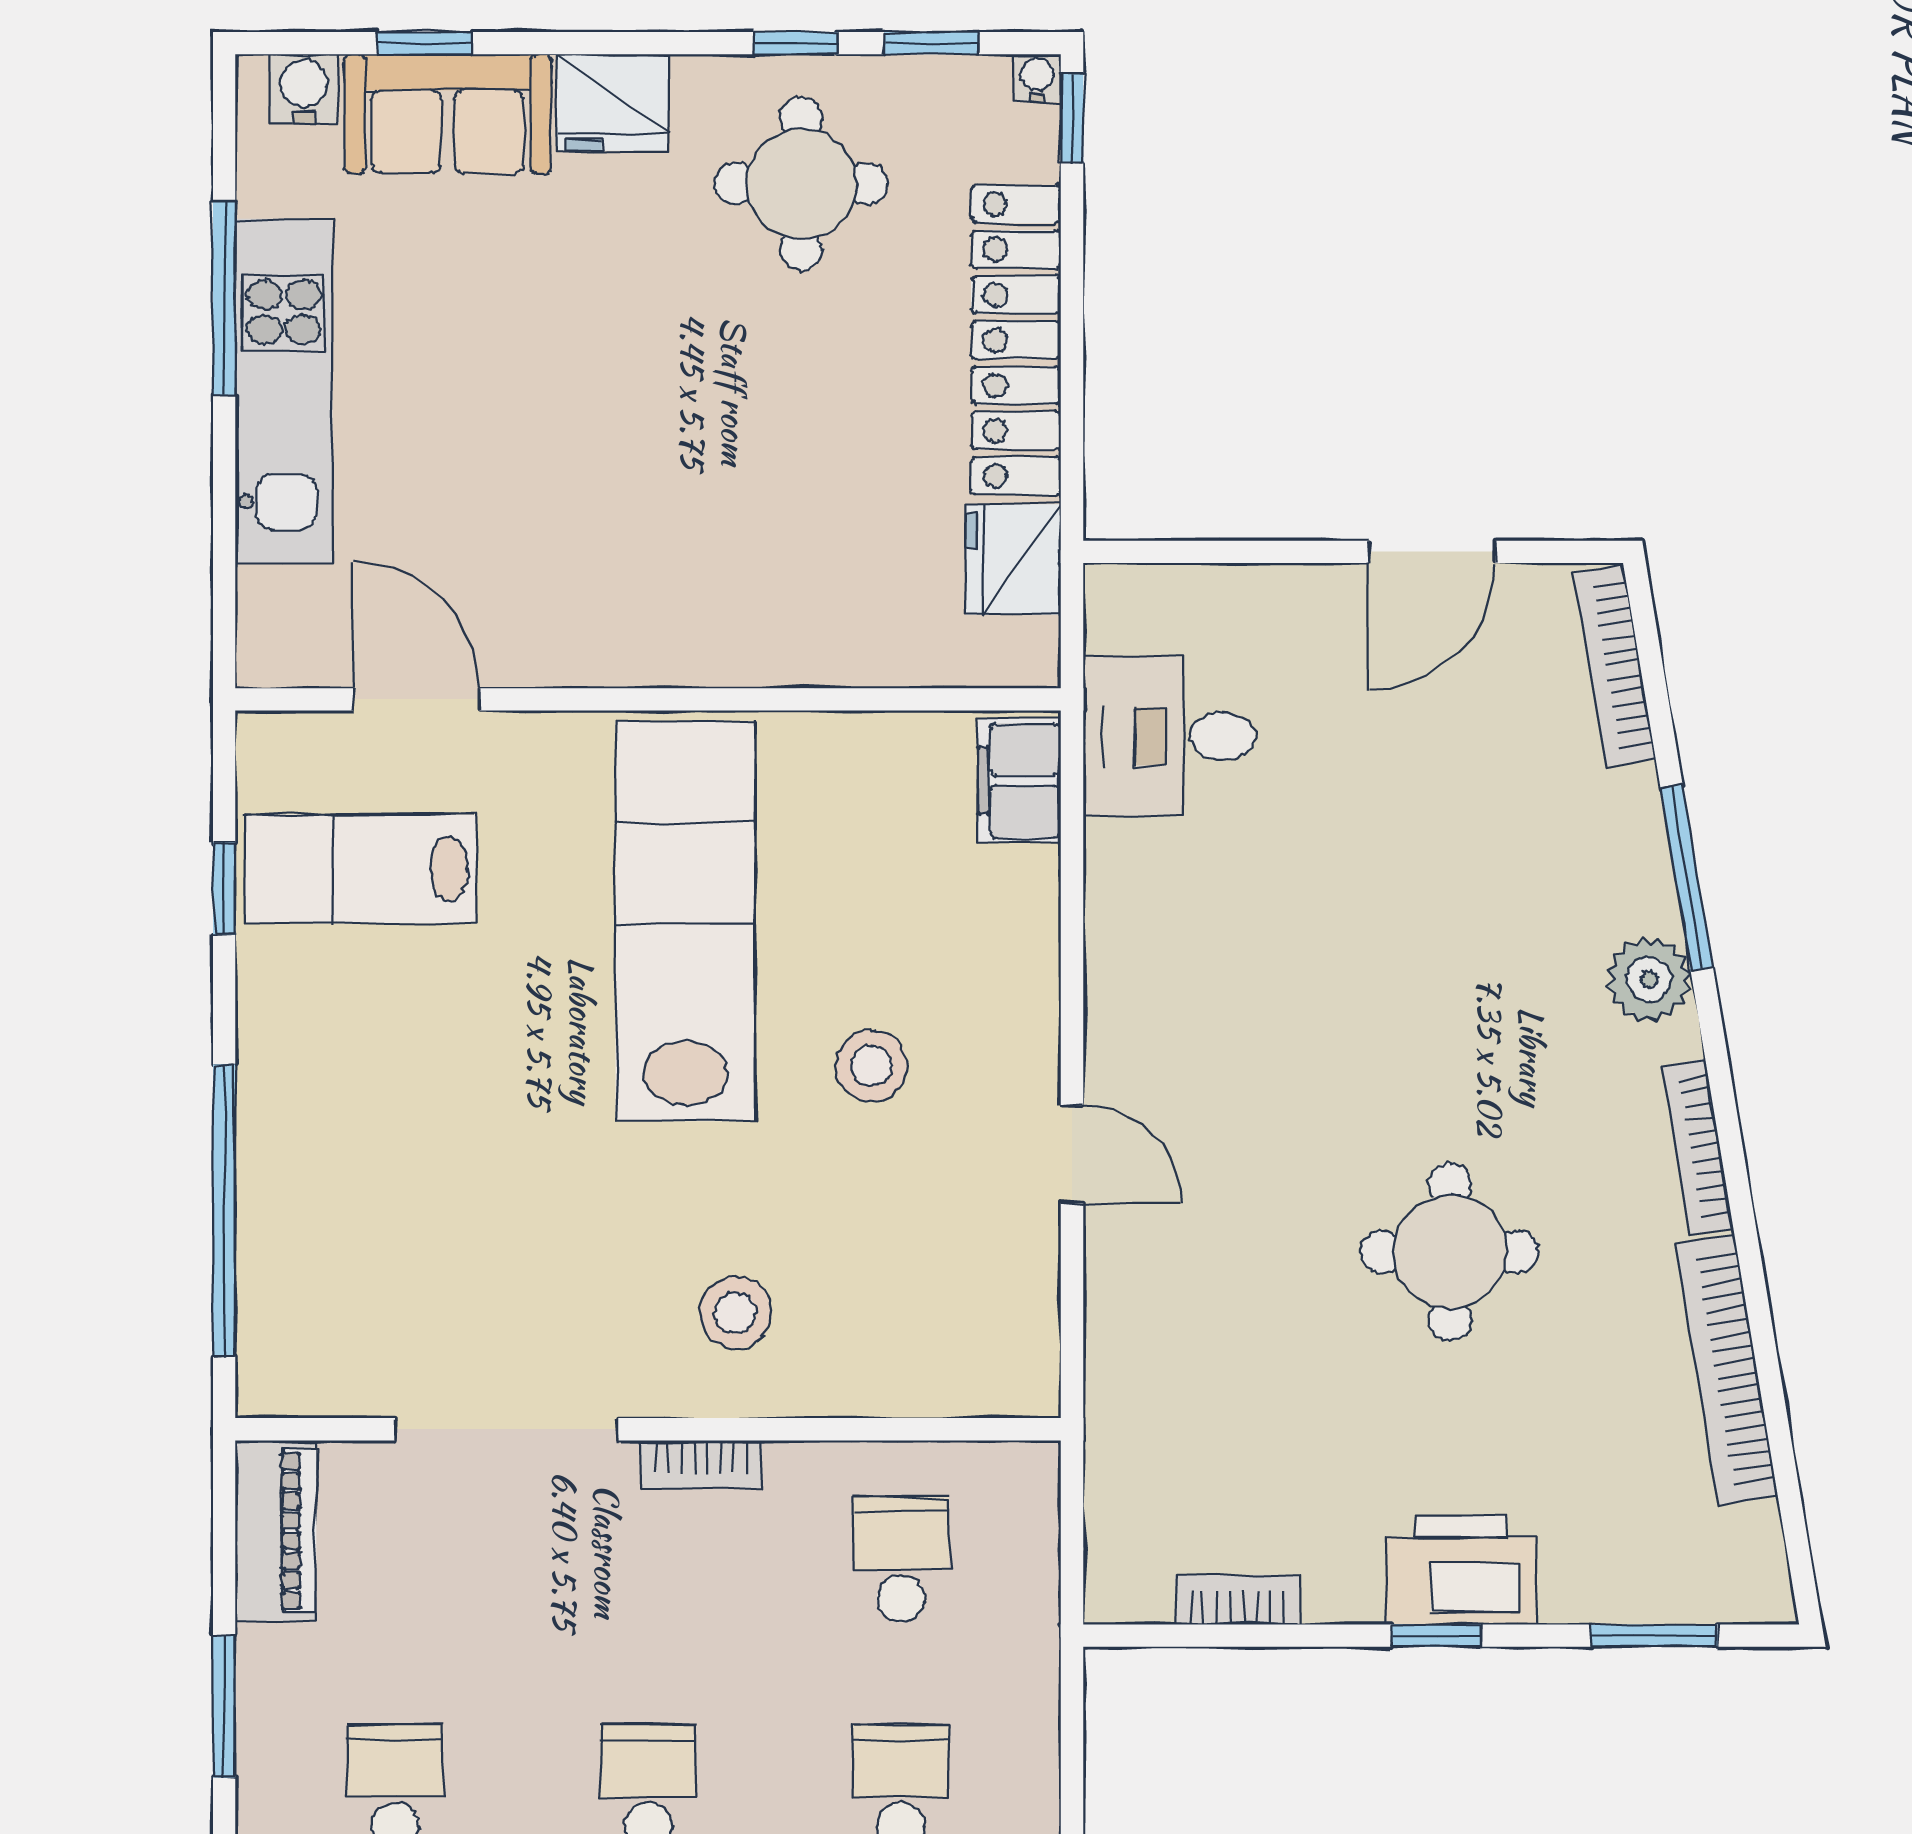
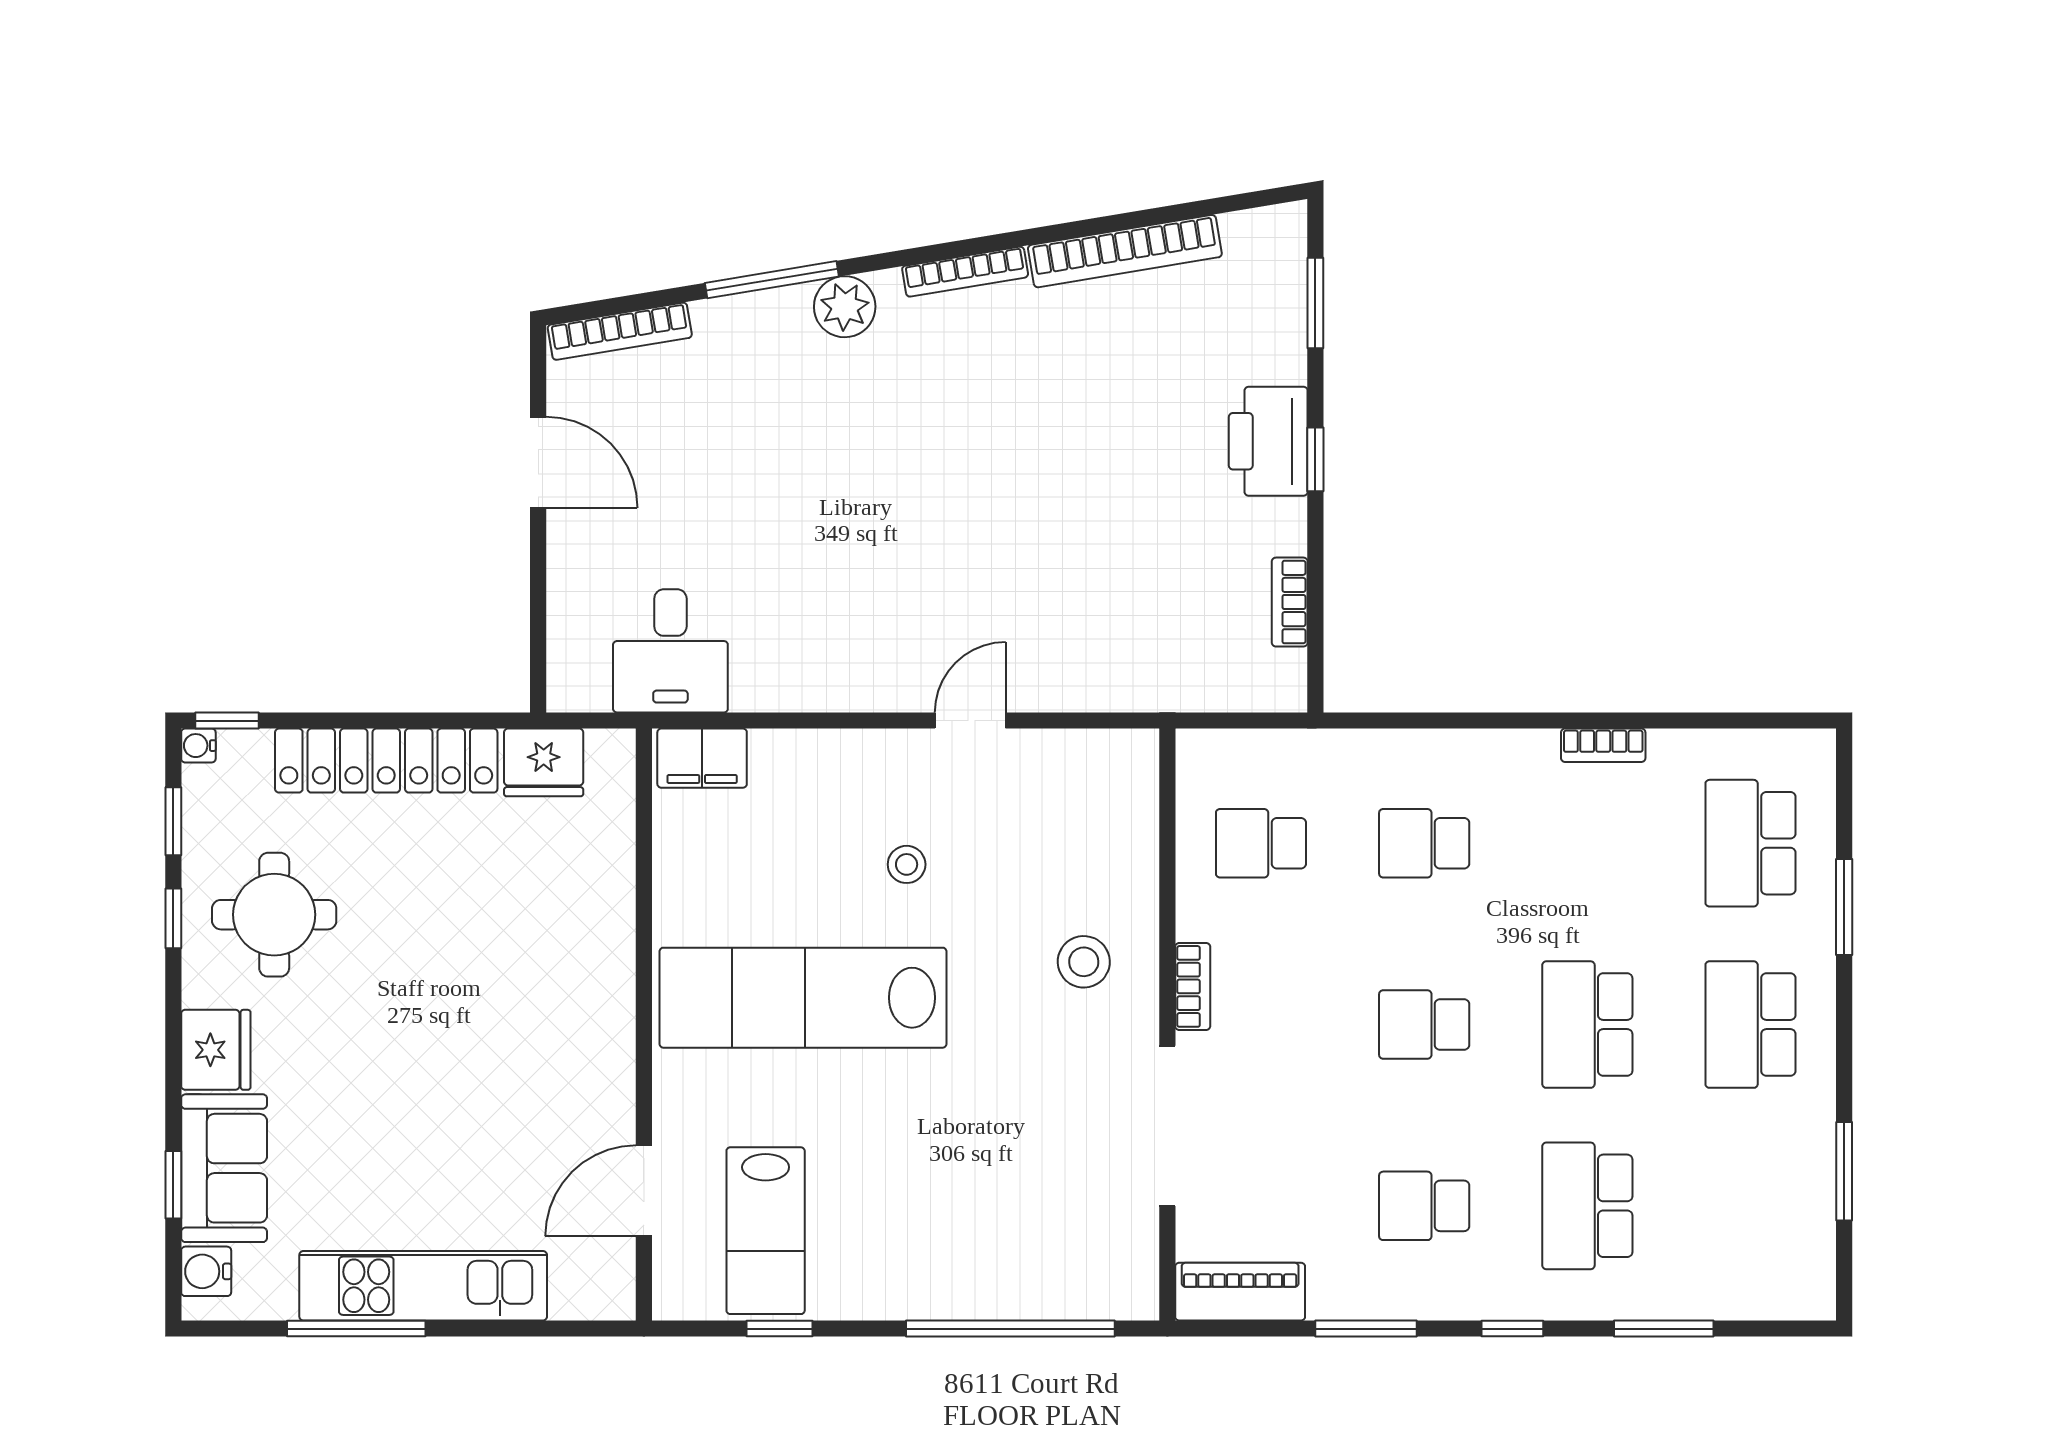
stool: (871, 1066) -> (907, 864), width x0.73, depth x0.73
round table: (1450, 1252) -> (1040, 449), removed

